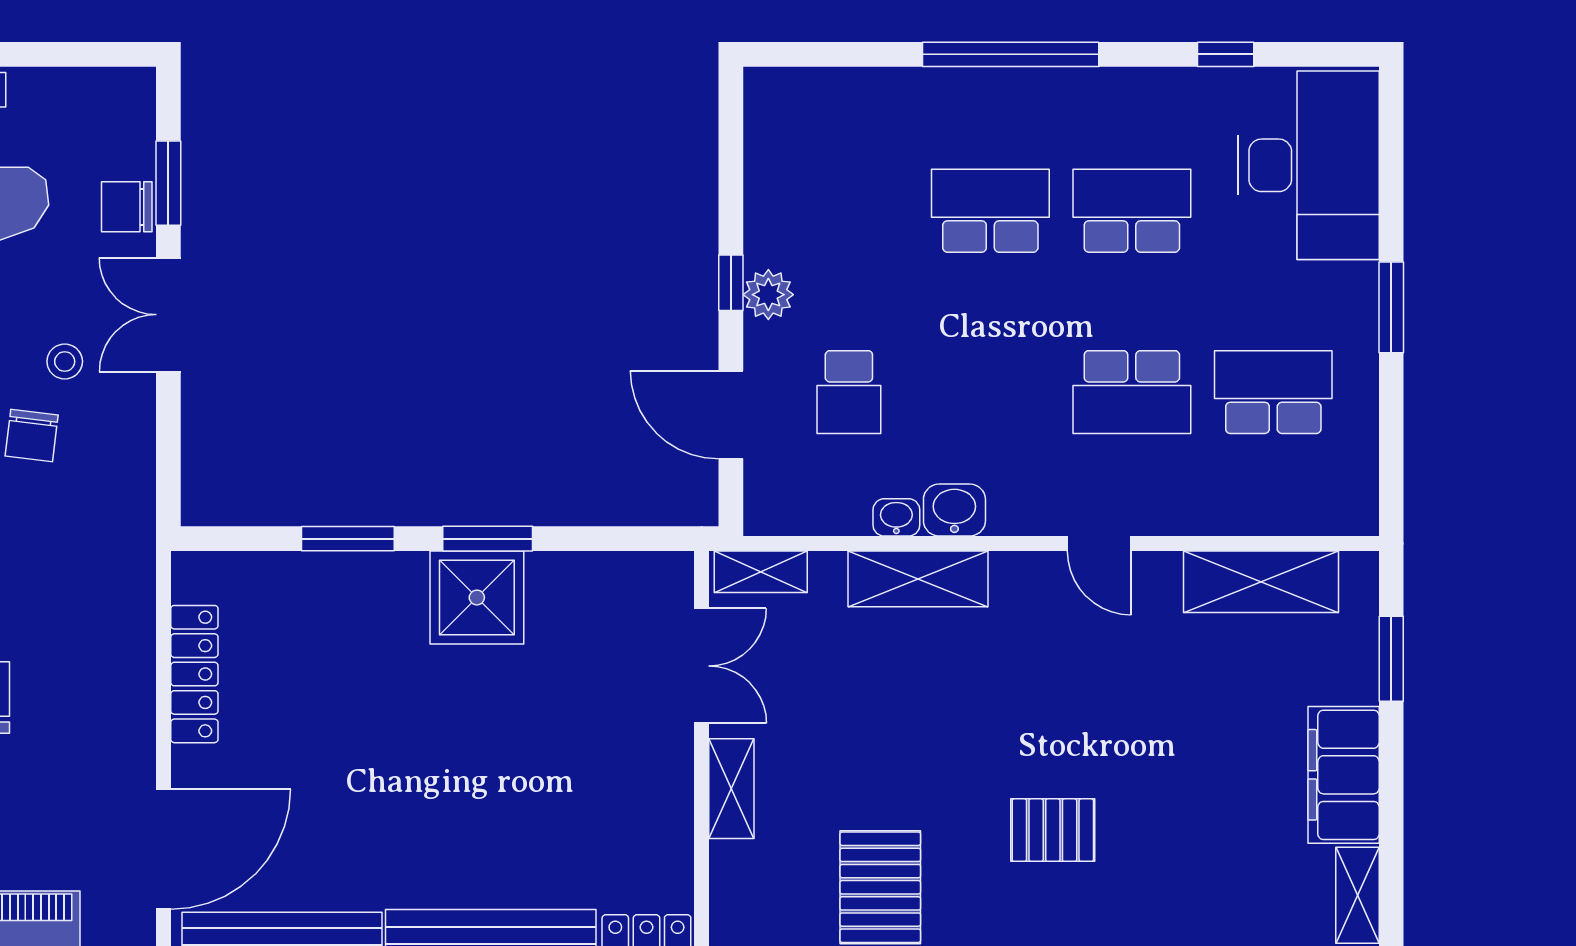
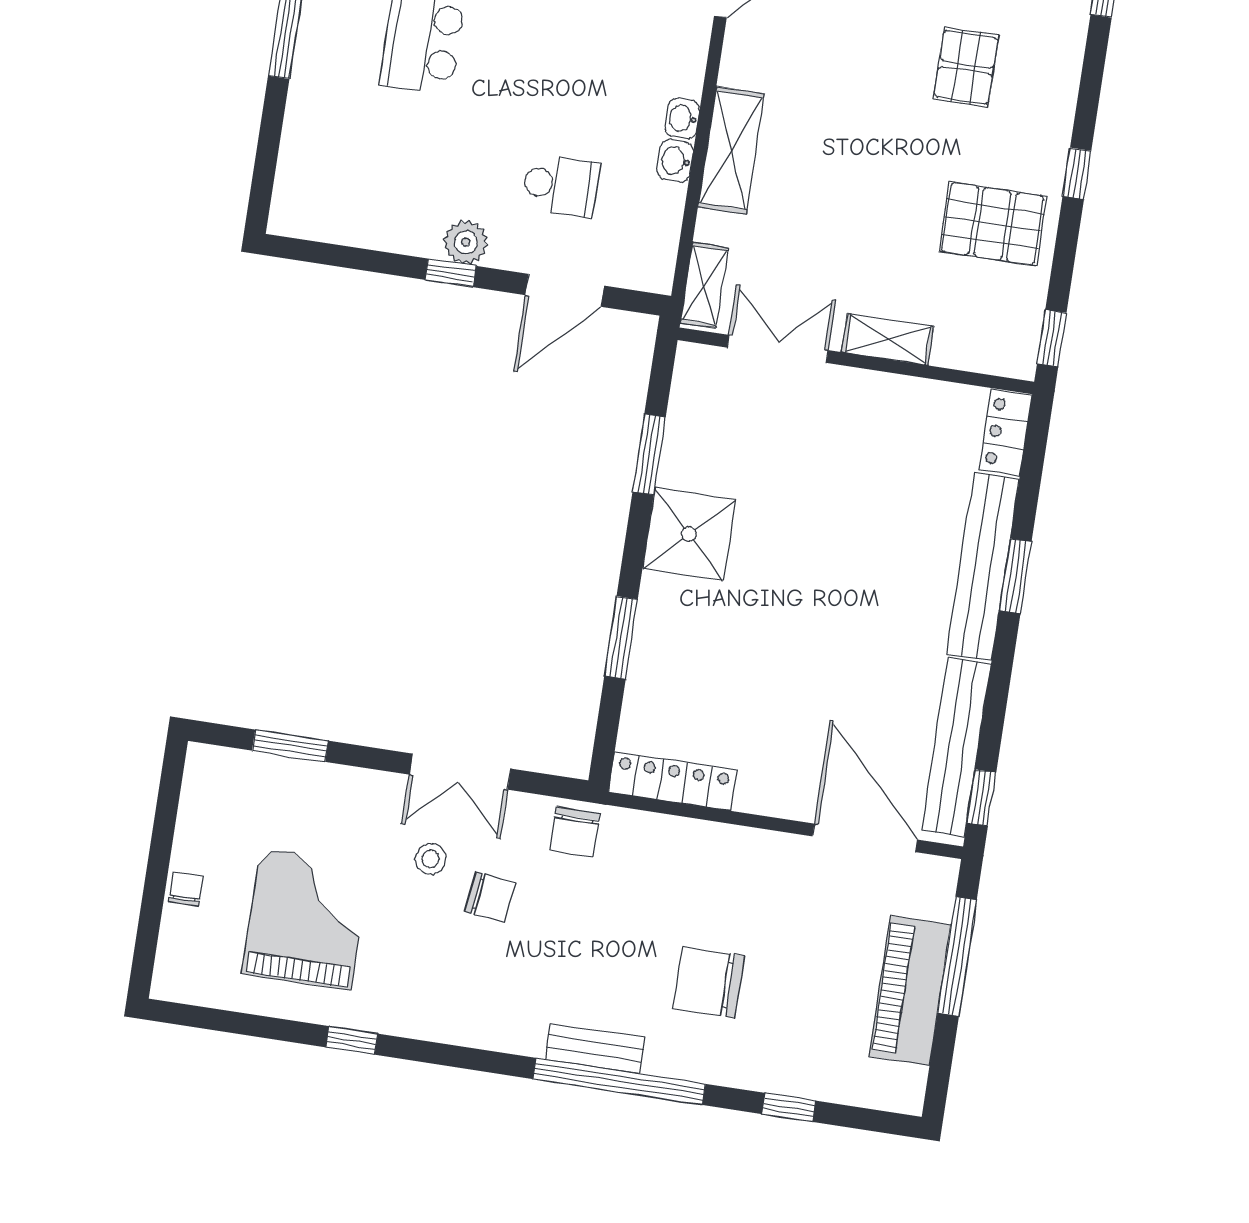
chair: (127, 207) -> (575, 832), moved
double door: (168, 315) -> (460, 772), moved
washbasin: (954, 510) -> (682, 118), width x0.72, depth x0.69
window: (488, 539) -> (649, 454), moved
locker: (194, 674) -> (673, 781), moved

